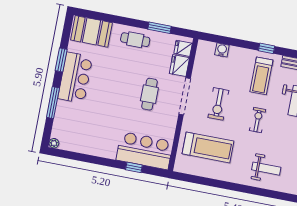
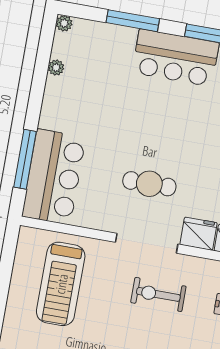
exercise bike: (218, 104) -> (158, 294), moved
plant: (80, 148) -> (56, 68), added
window: (134, 167) -> (25, 159), width x2.17

